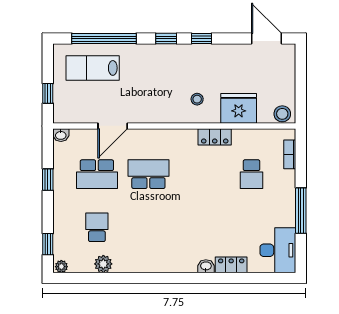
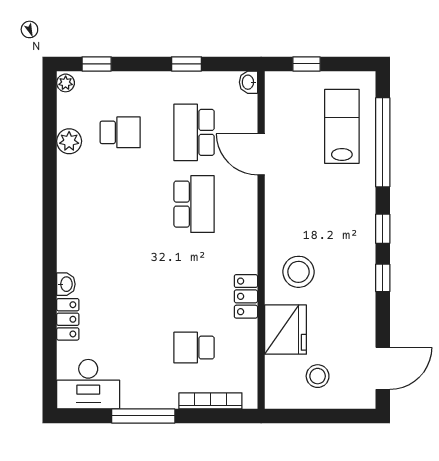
stool: (197, 99) -> (298, 272), width x1.89, depth x1.89
stool: (282, 114) -> (318, 376), moved
bookcase: (290, 154) -> (210, 401), width x1.56

